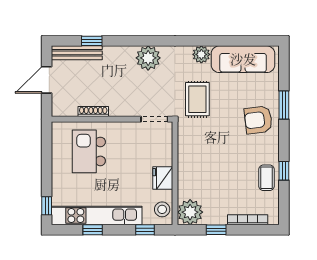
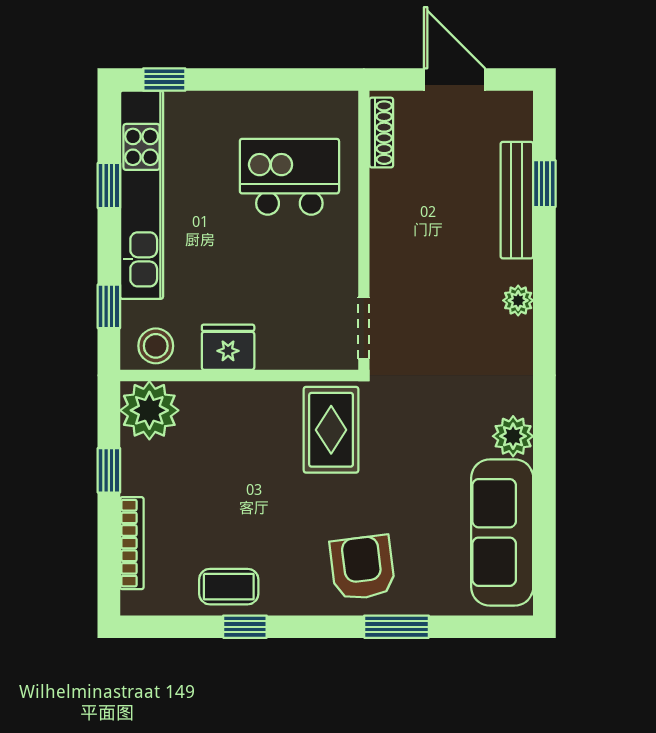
bench: (77, 53) -> (517, 200), moved
plant: (148, 58) -> (518, 300), width x0.53, depth x0.53
rug: (197, 99) -> (331, 430), moved, turned 90
shoe rack: (93, 112) -> (381, 133), moved

